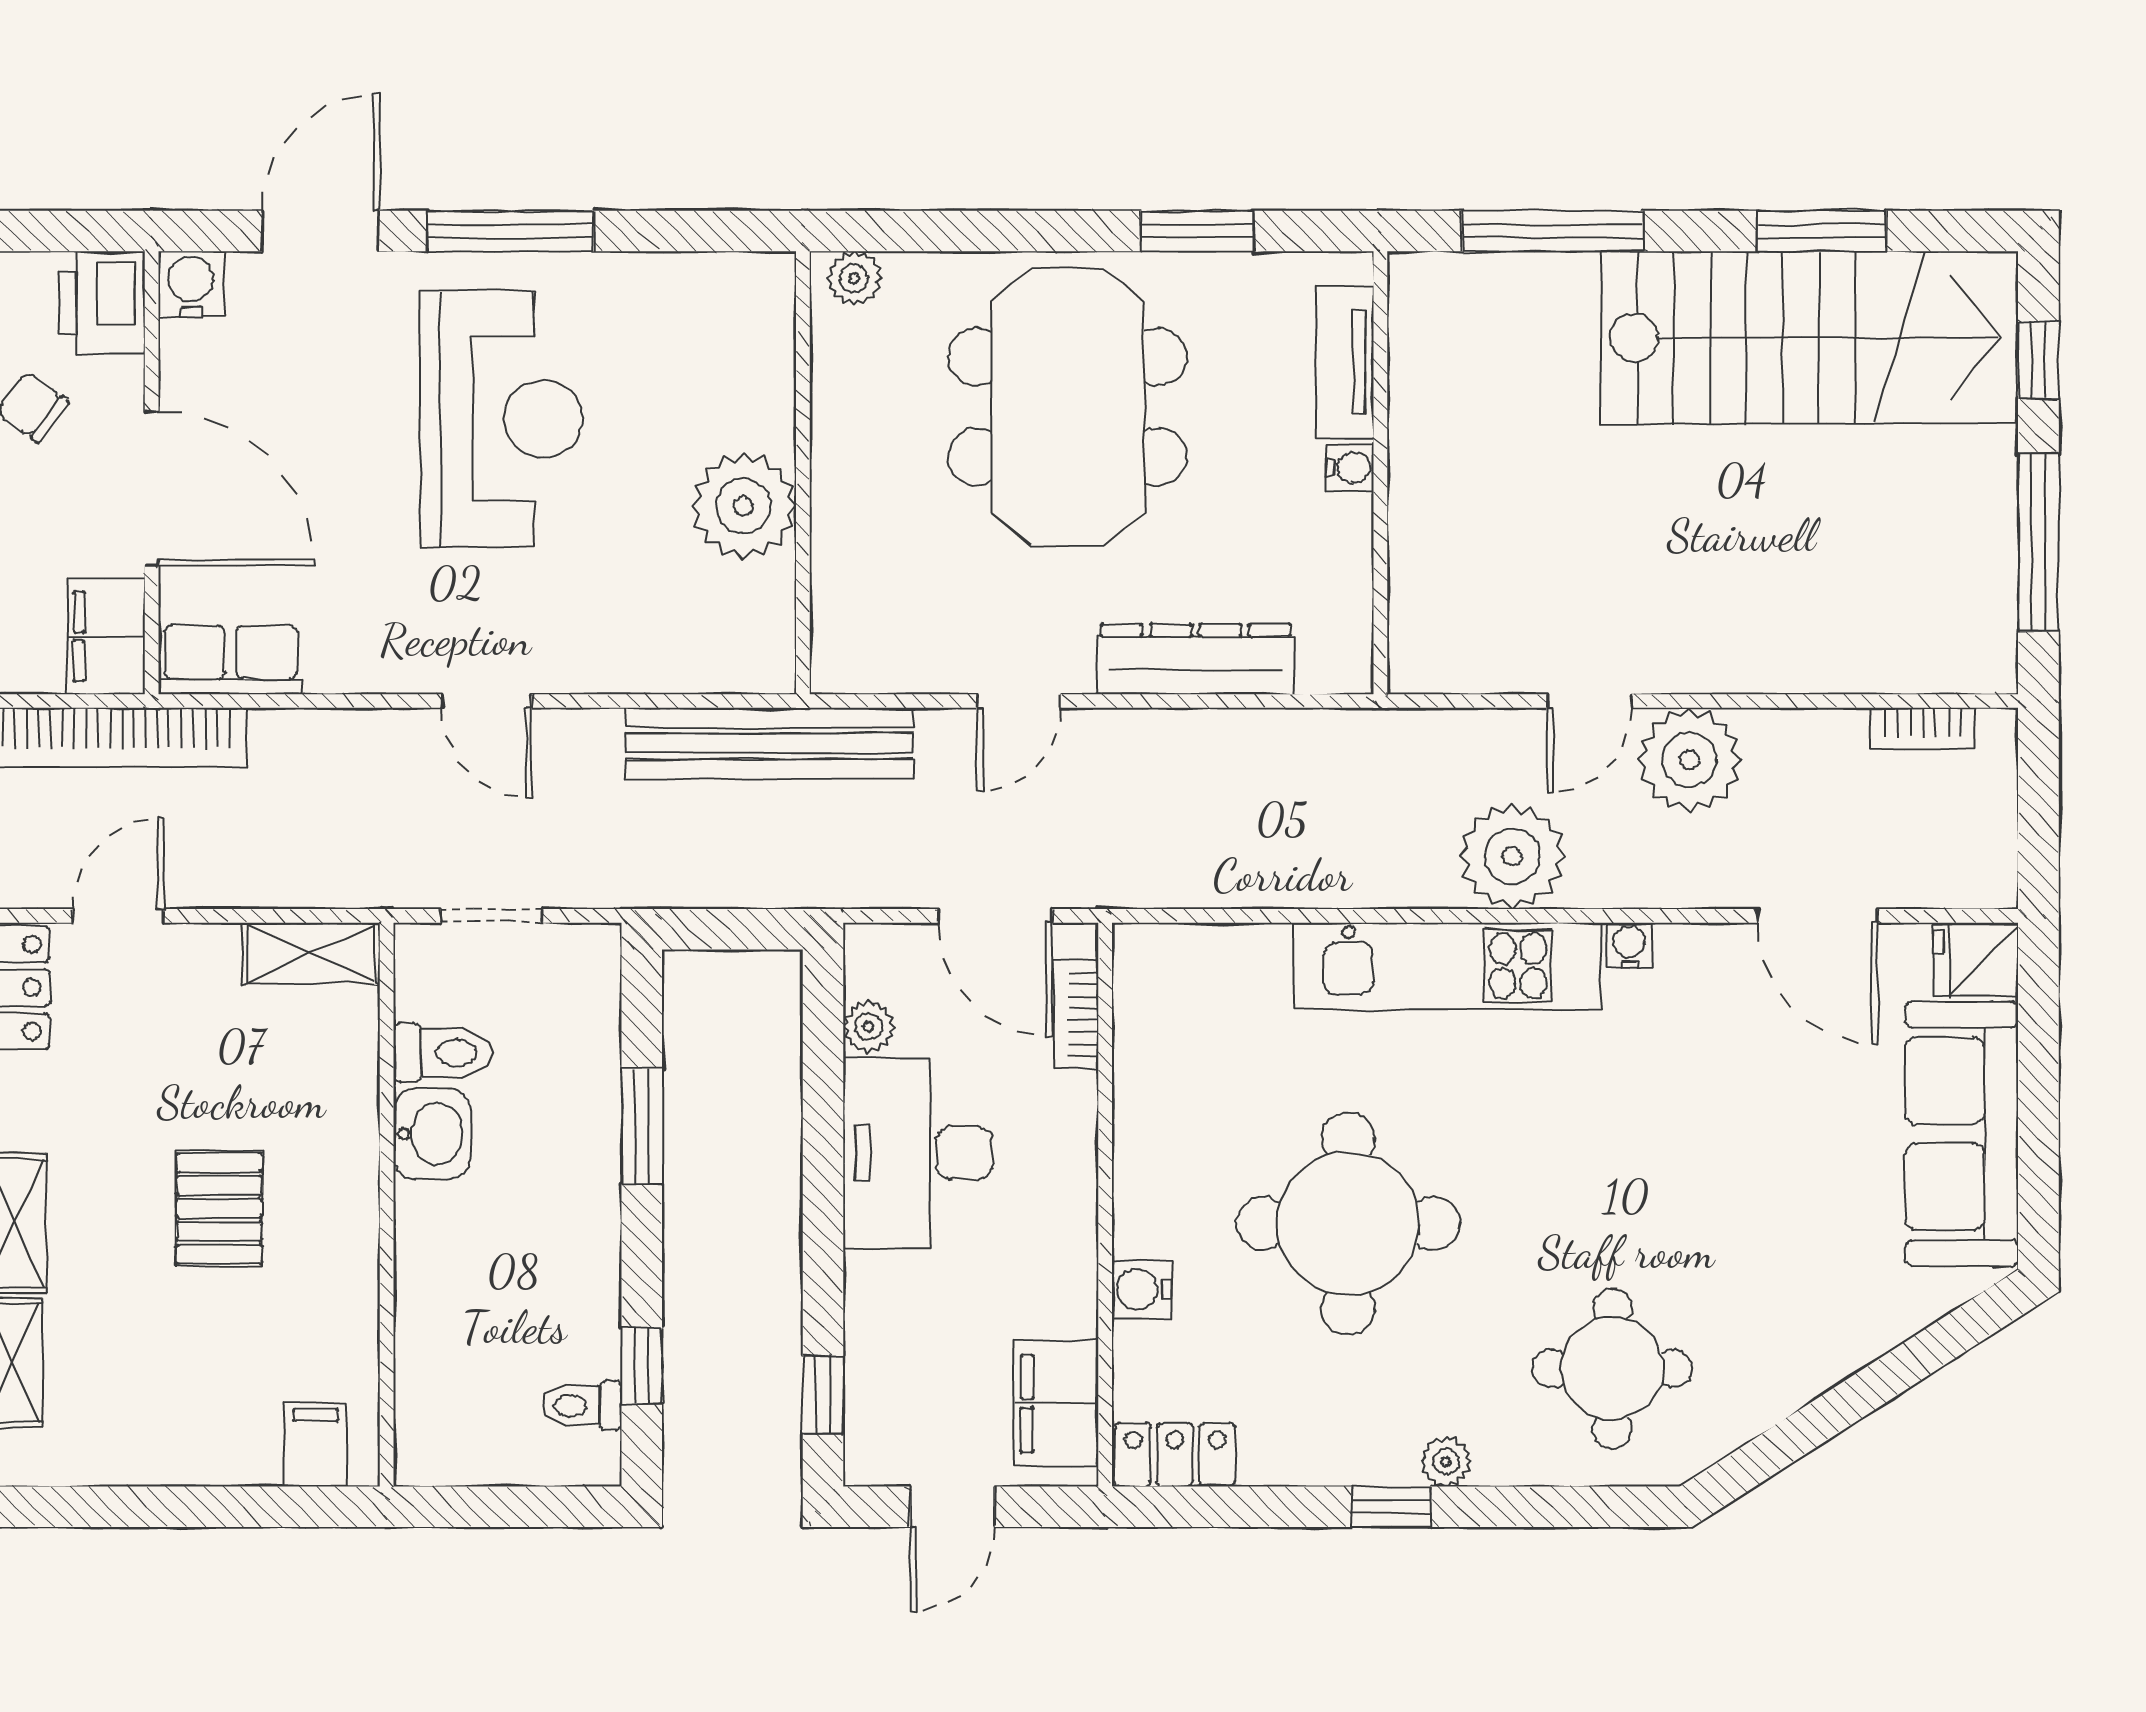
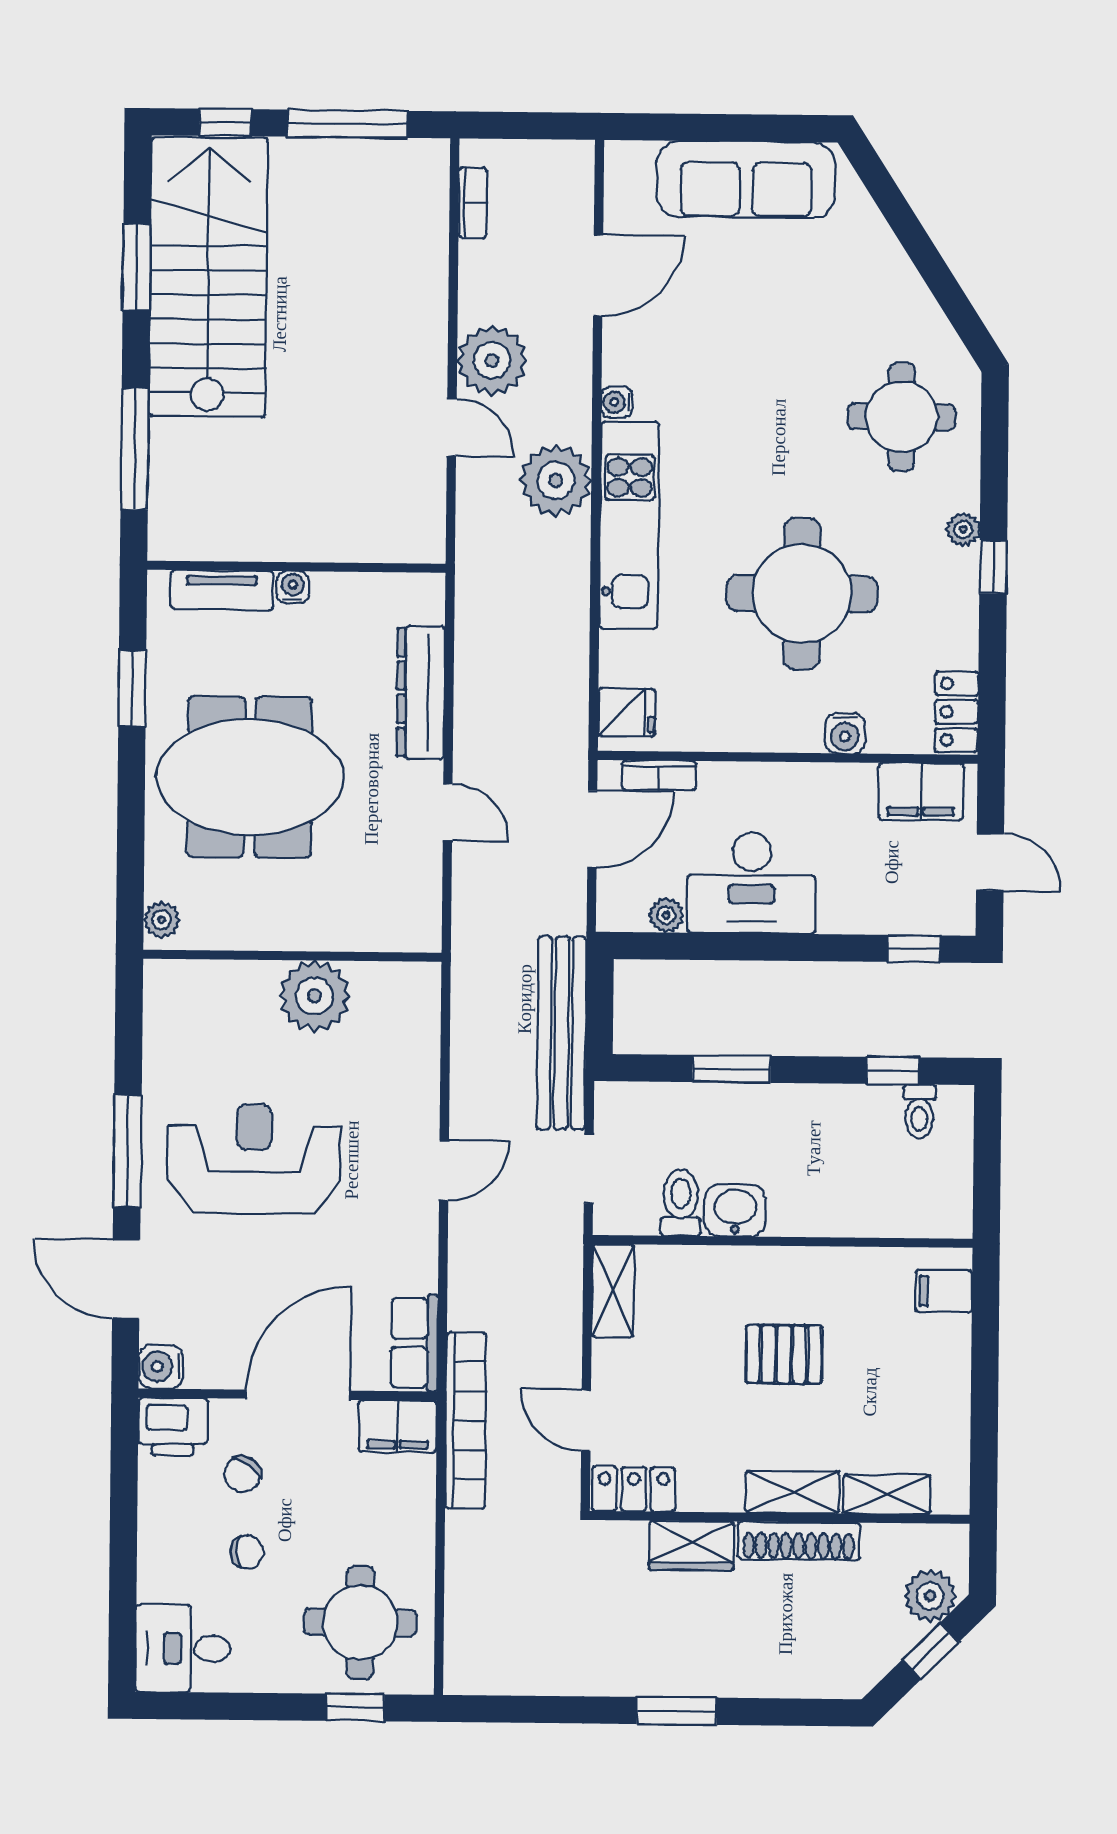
bench: (770, 743) -> (562, 1033), moved
fridge: (1976, 960) -> (627, 712), moved, turned -90

